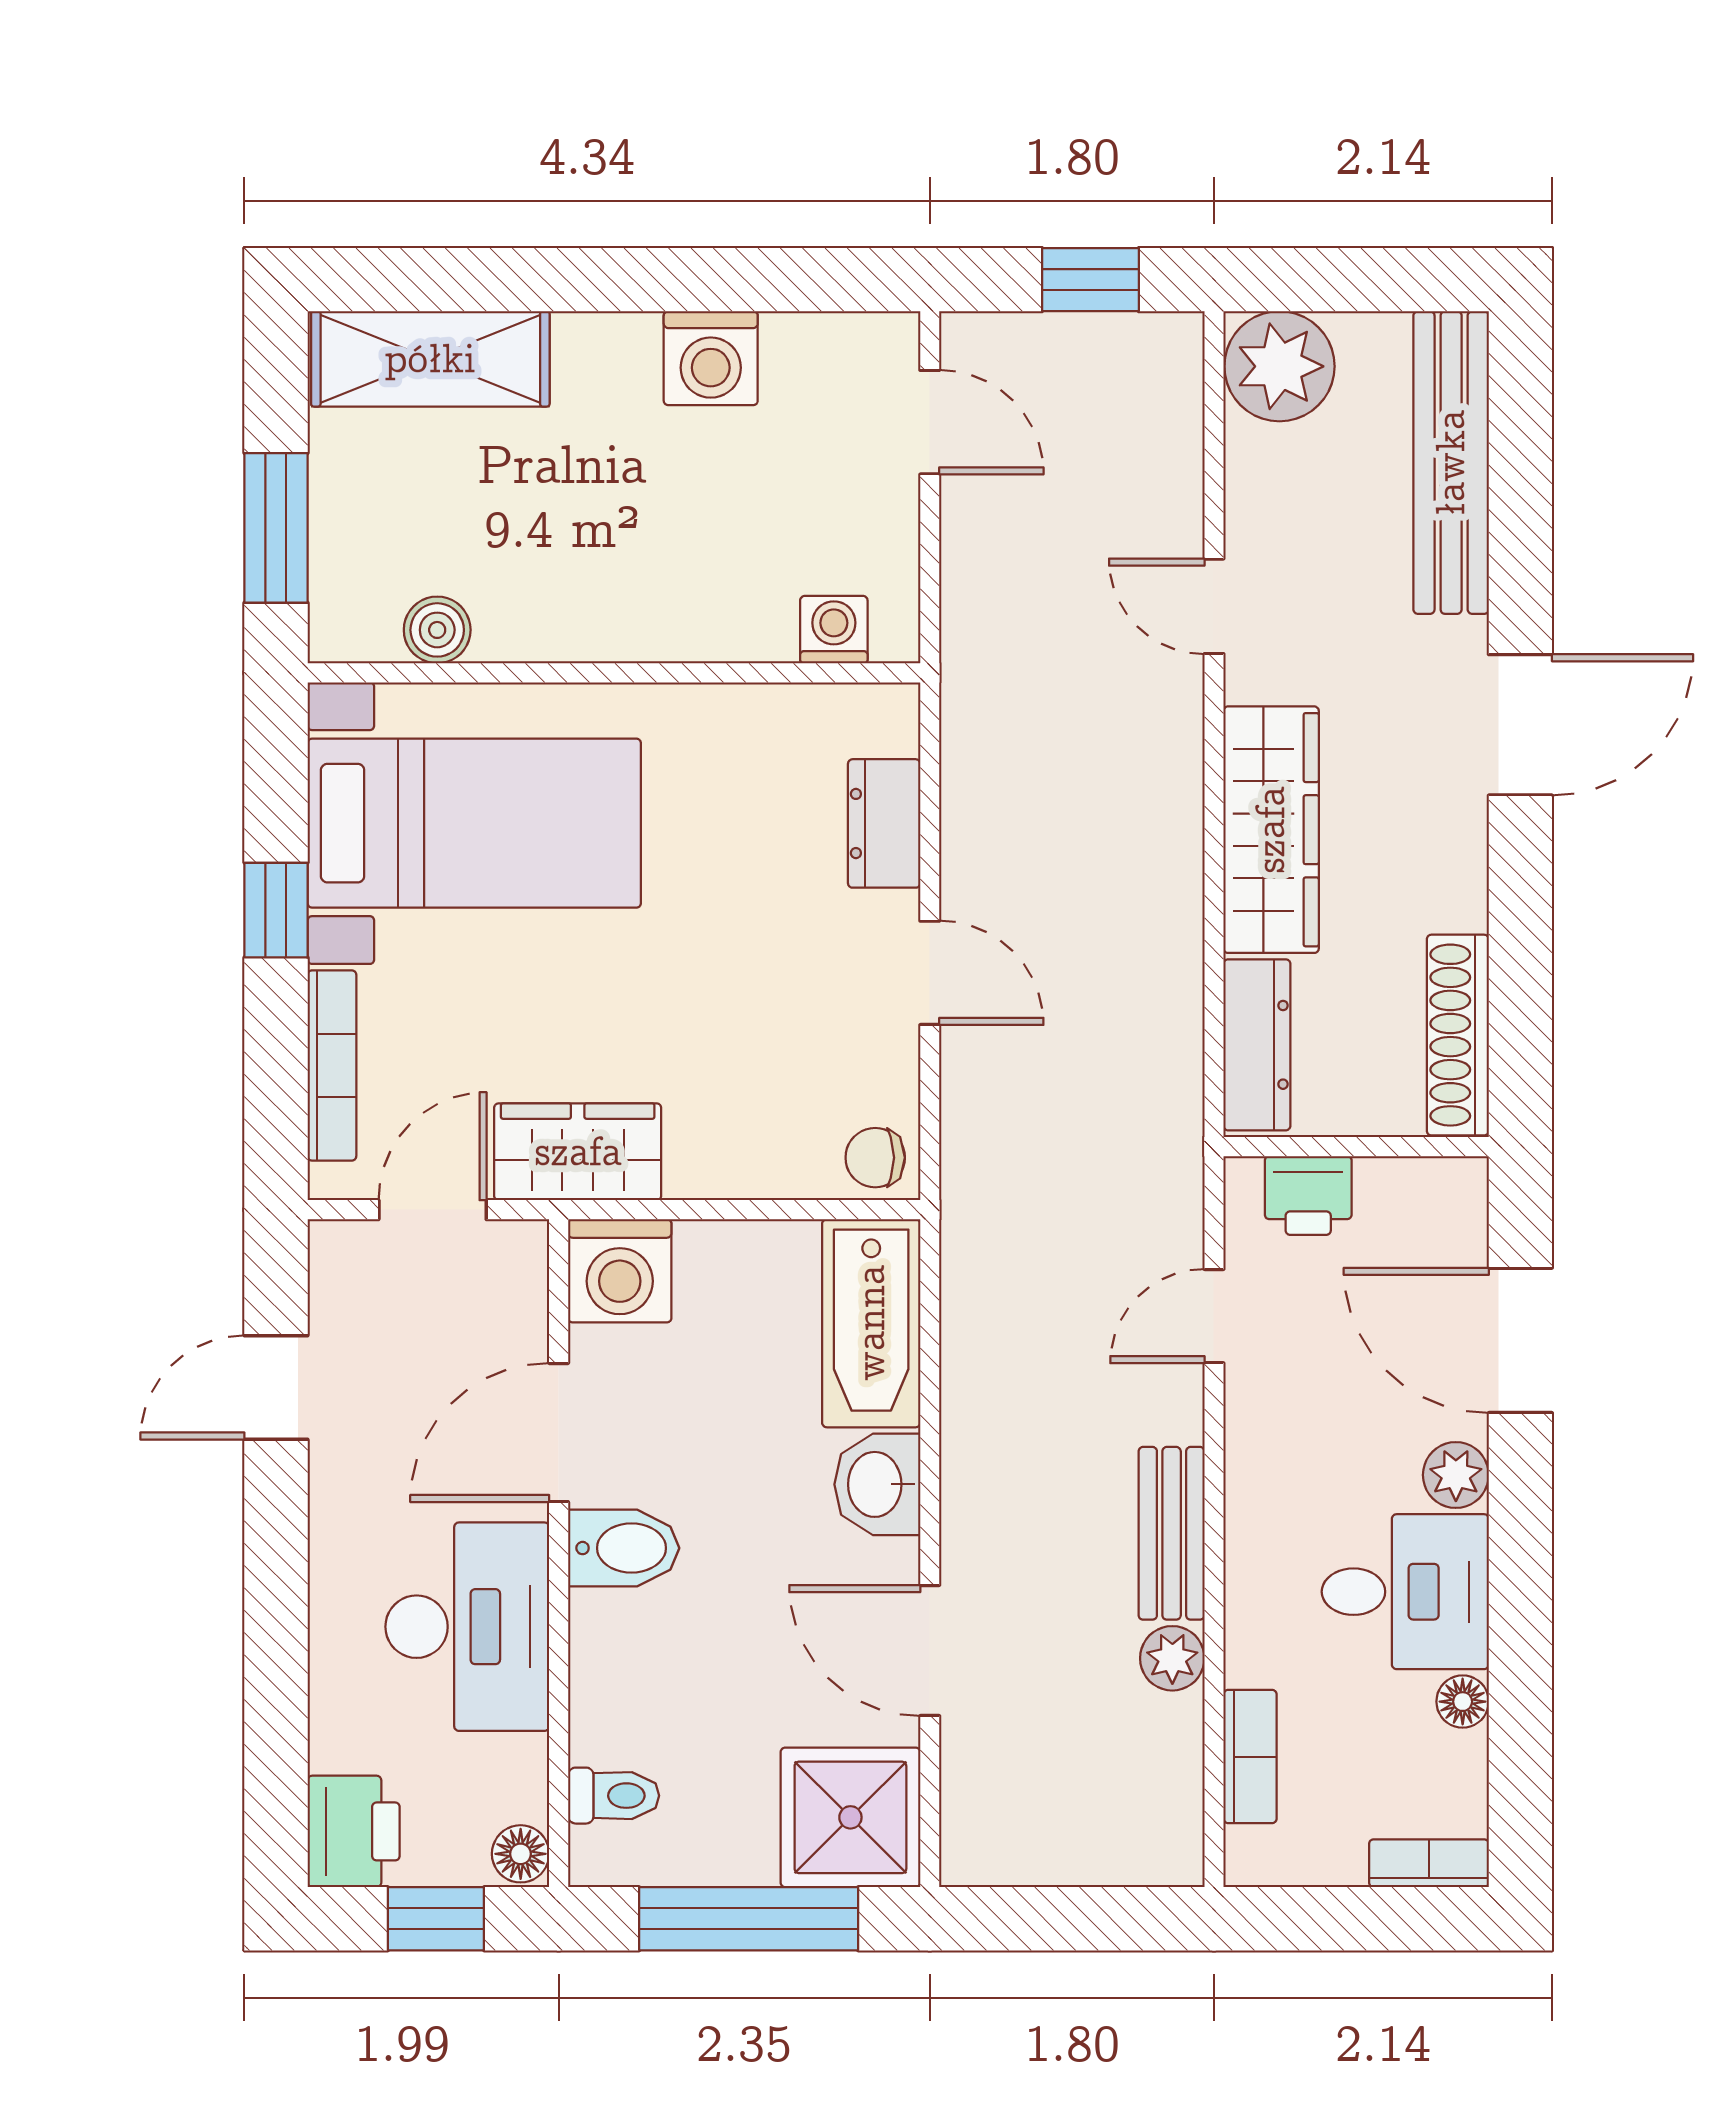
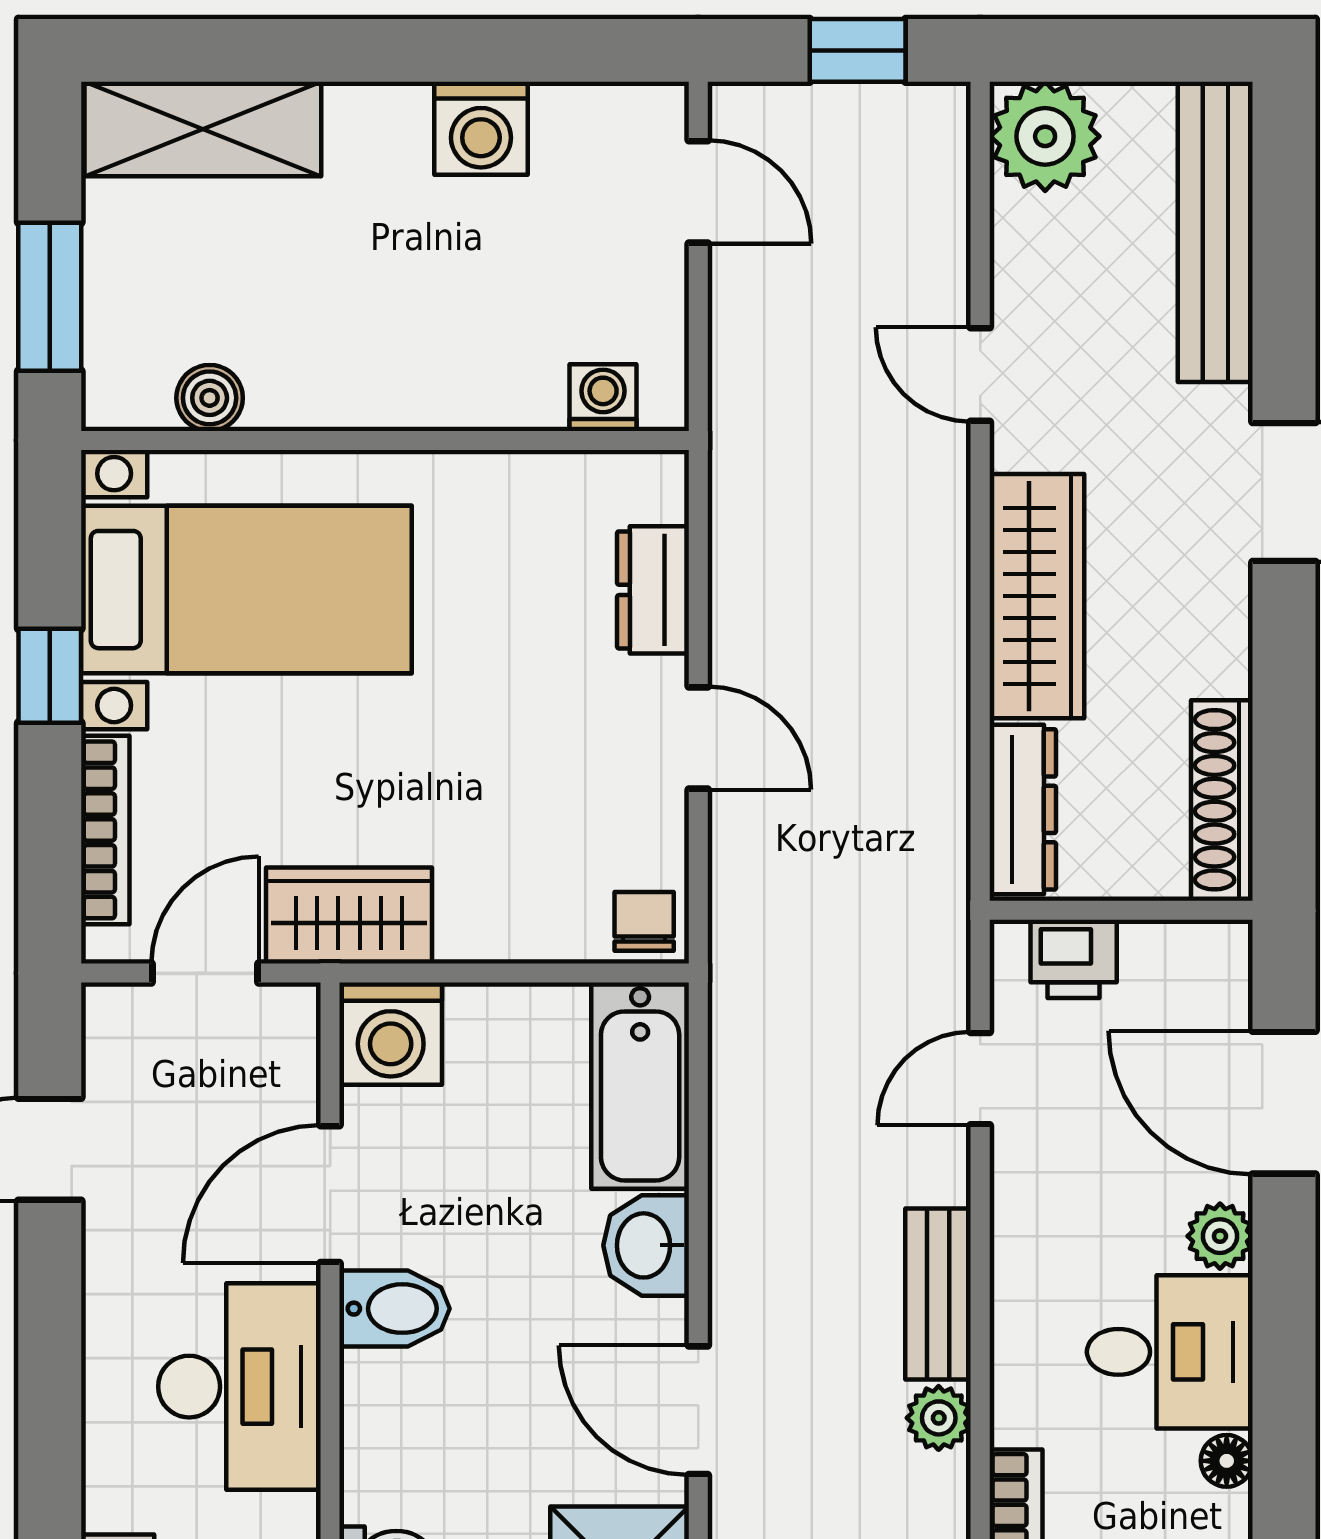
chair: (875, 1158) -> (644, 921), turned 90

